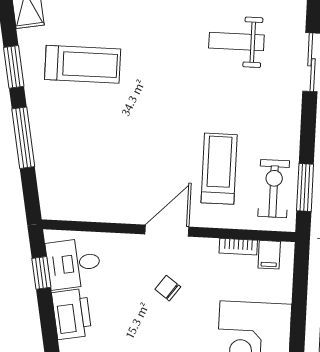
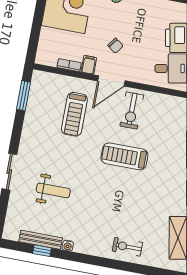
treadmill: (83, 64) -> (124, 156), moved
exercise bike: (274, 189) -> (132, 110), moved
filing cabinet: (269, 255) -> (89, 65), moved

